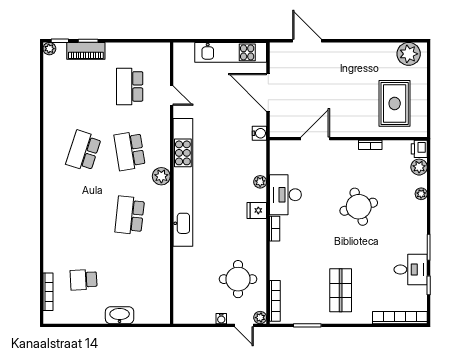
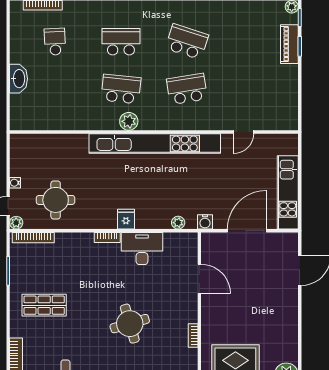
school desk: (130, 86) -> (121, 42), moved
plant: (161, 176) -> (129, 121), moved
plant: (260, 182) -> (178, 223), moved

